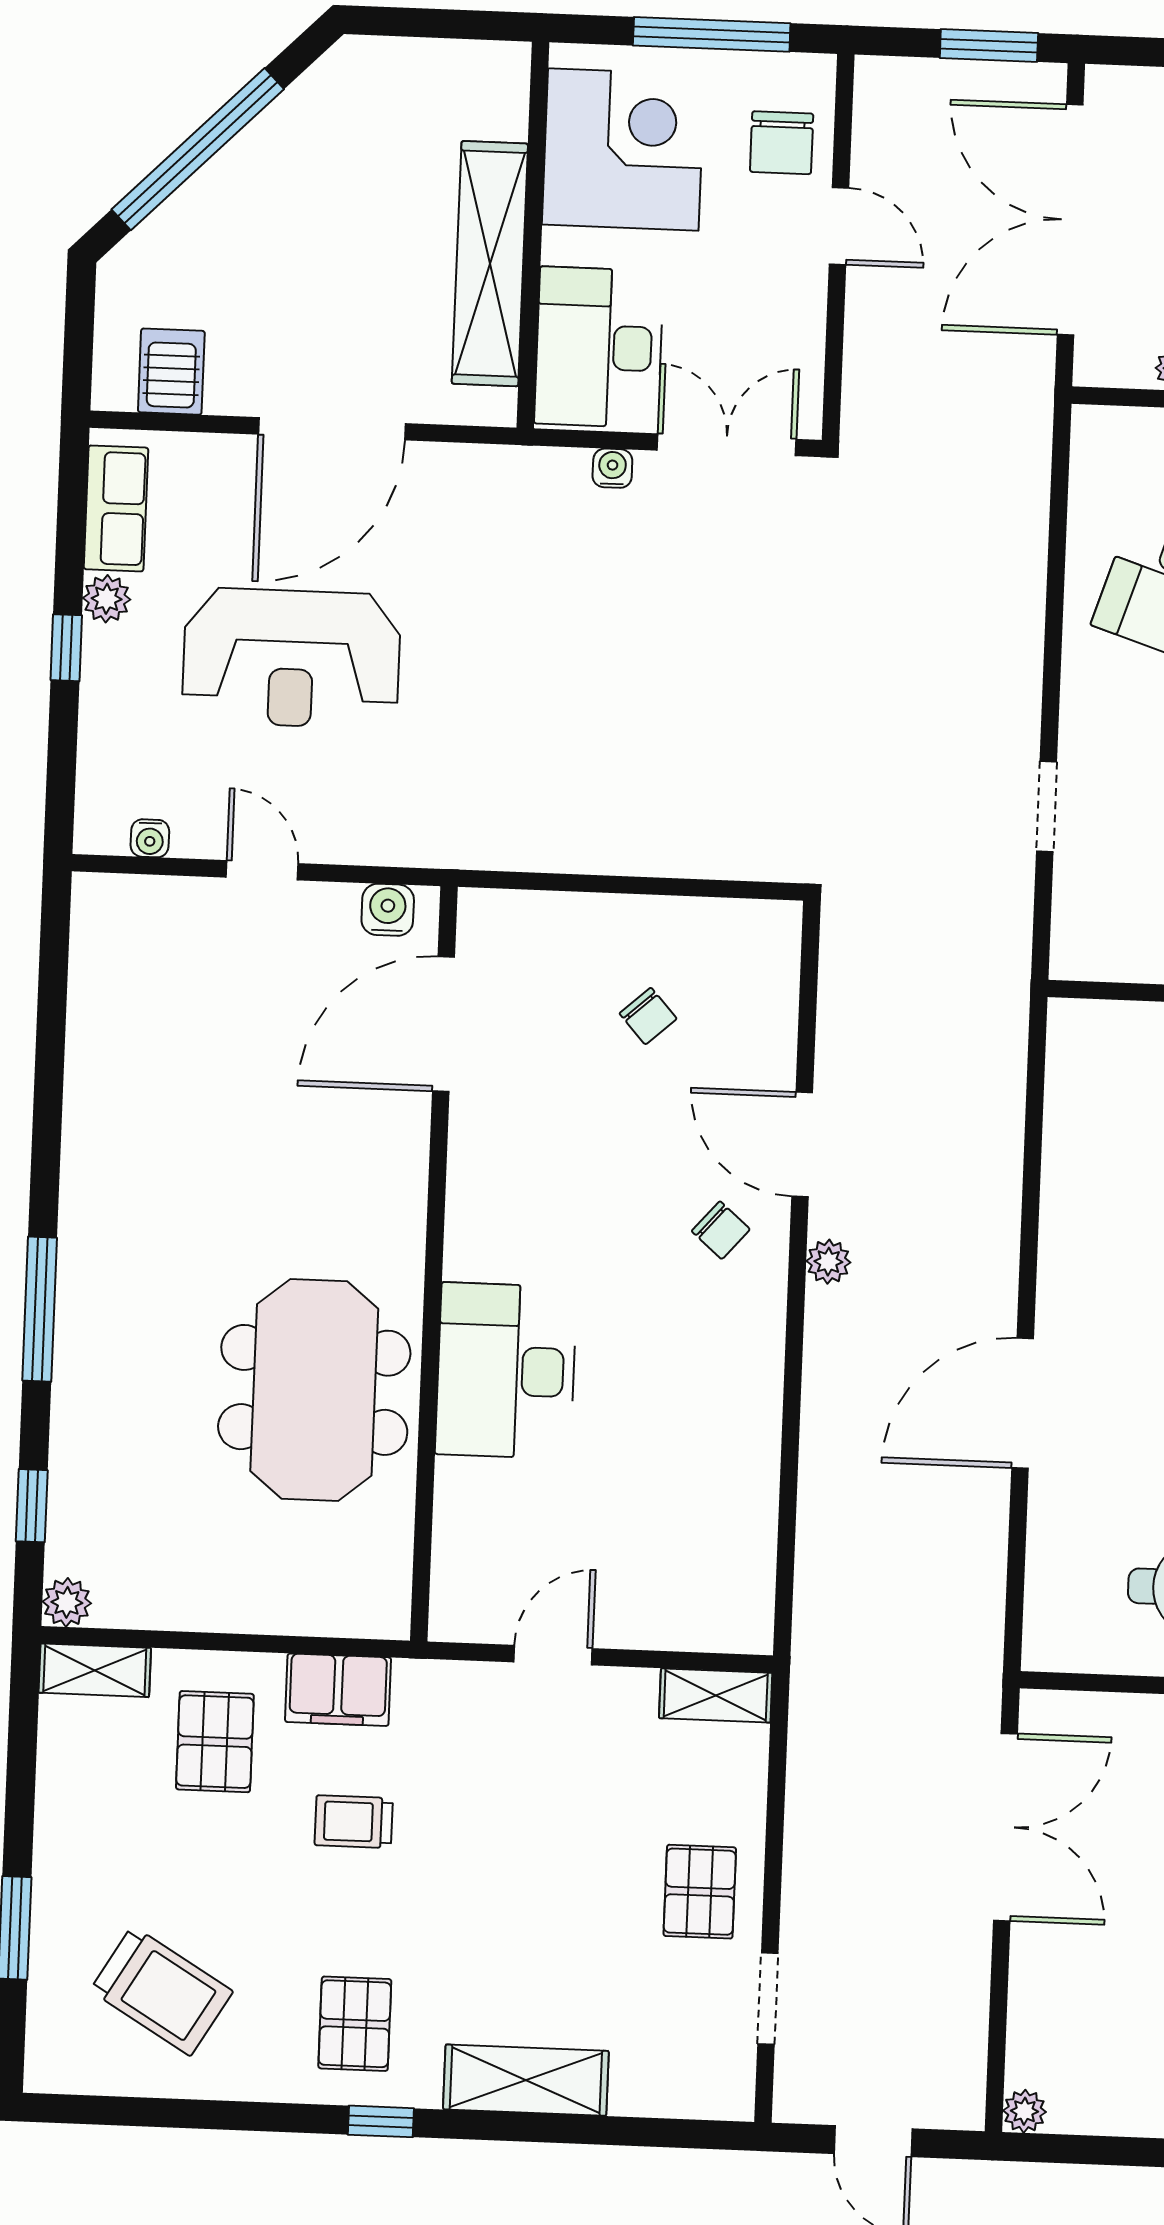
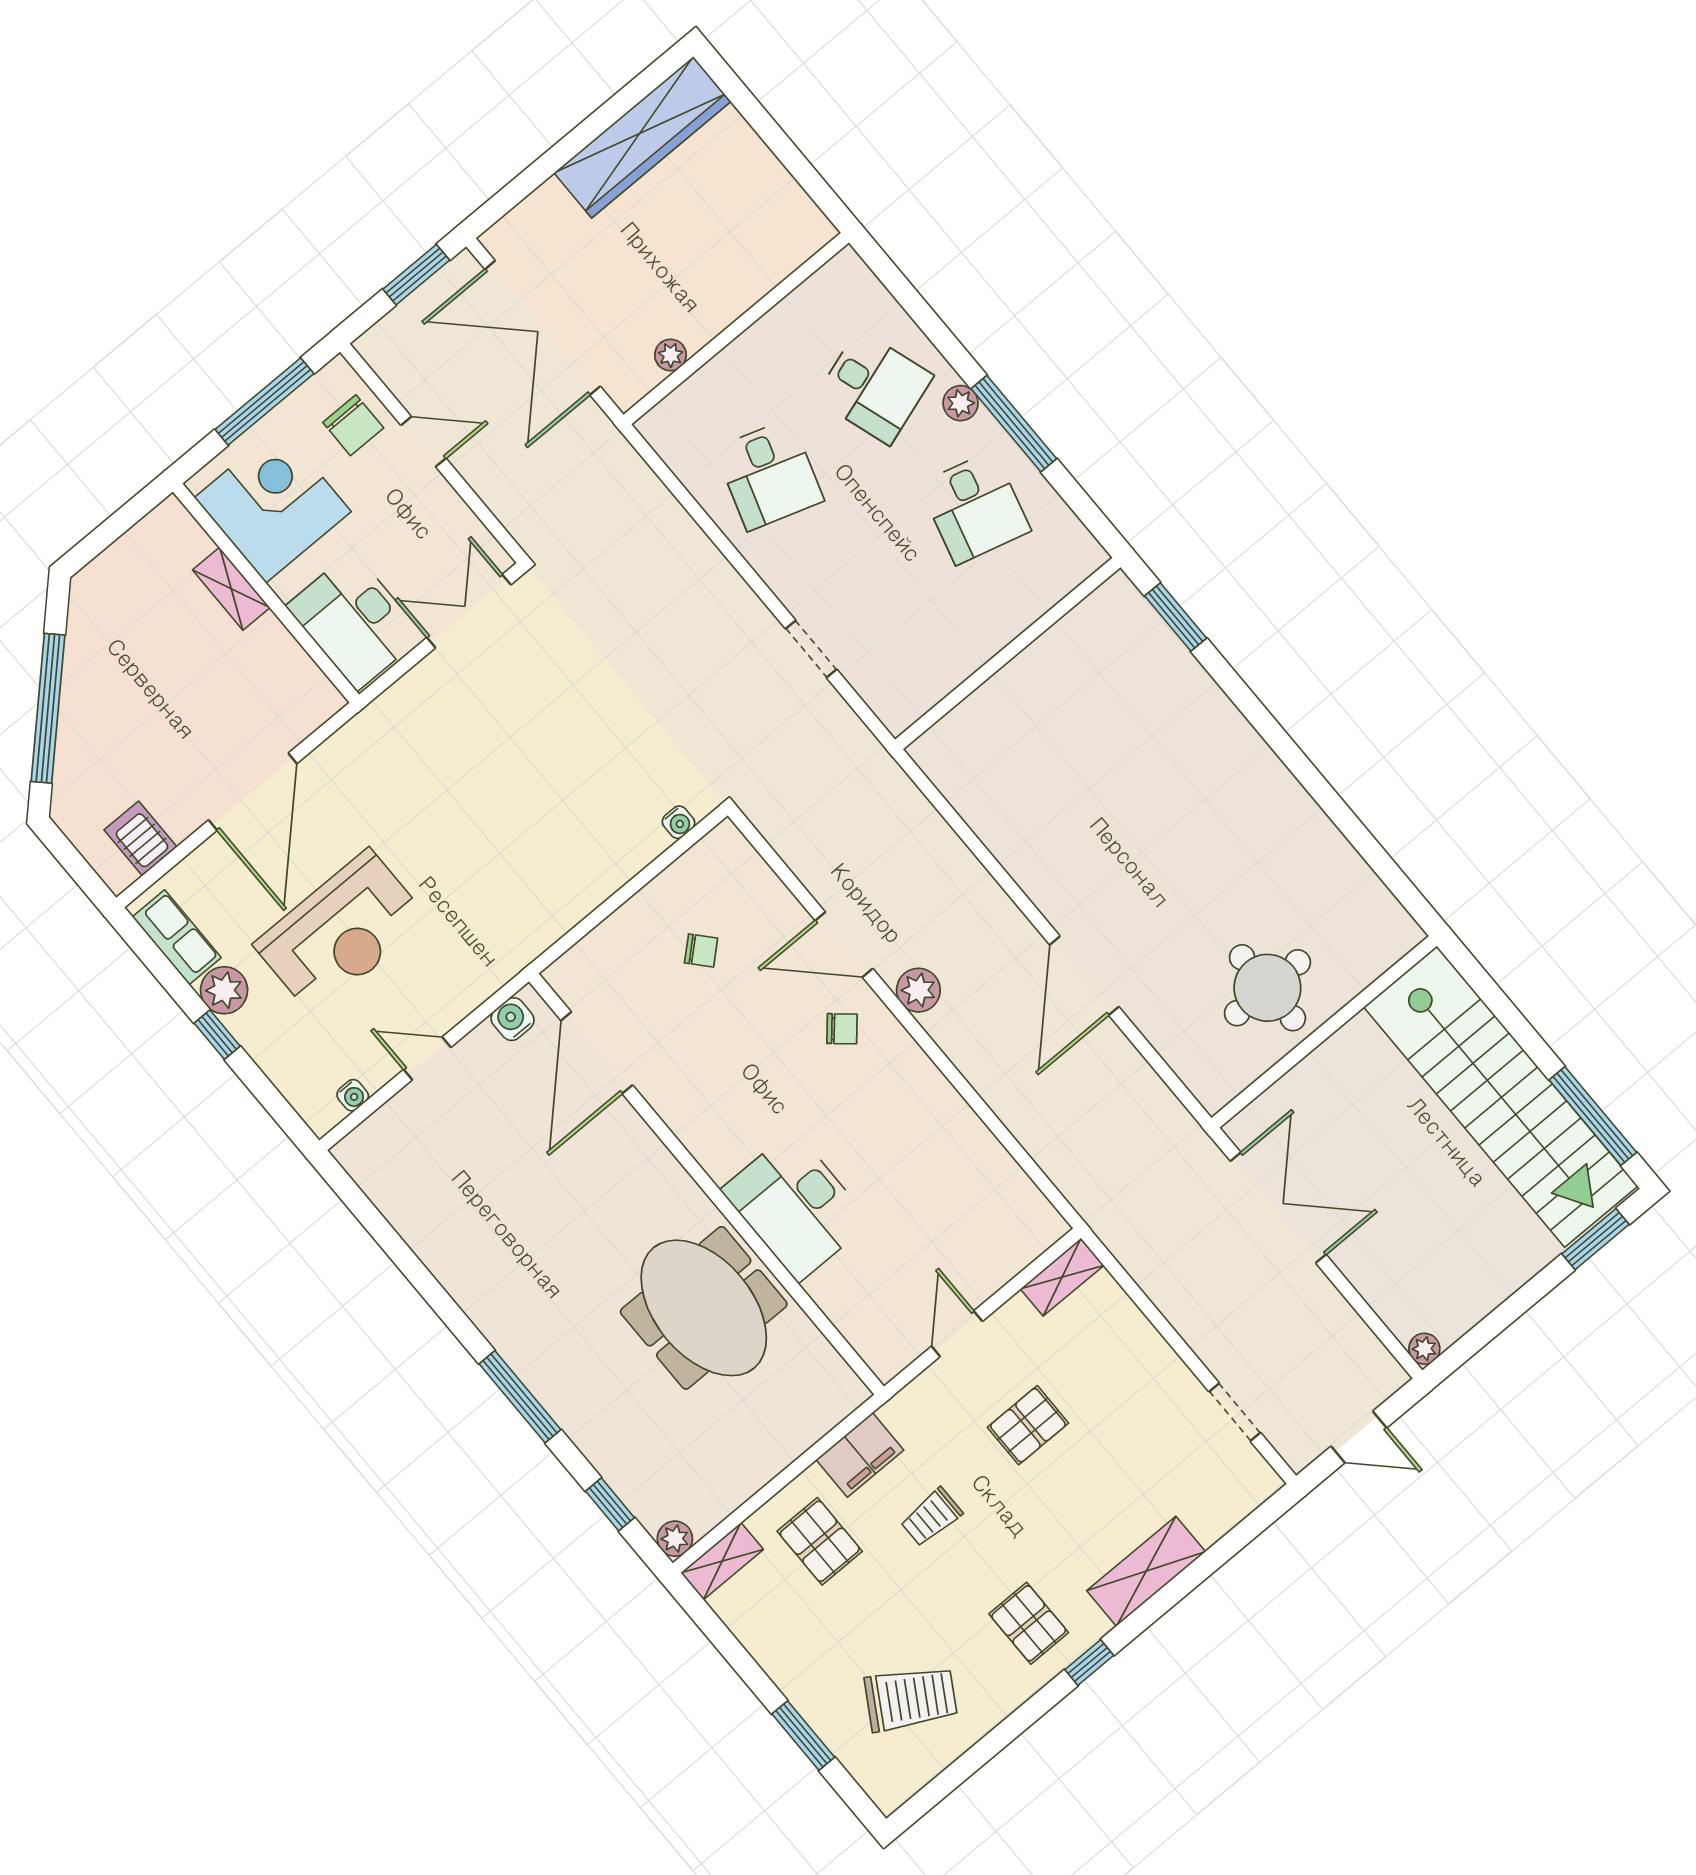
shelving: (490, 264) -> (231, 589), width x0.45, depth x0.75
water cooler: (612, 468) -> (678, 822), moved, turned 180
plant: (107, 599) -> (224, 990), width x1.38, depth x1.38
plant: (828, 1262) -> (918, 990), width x1.38, depth x1.38
pallet: (700, 1892) -> (1028, 1425), moved, turned 90

